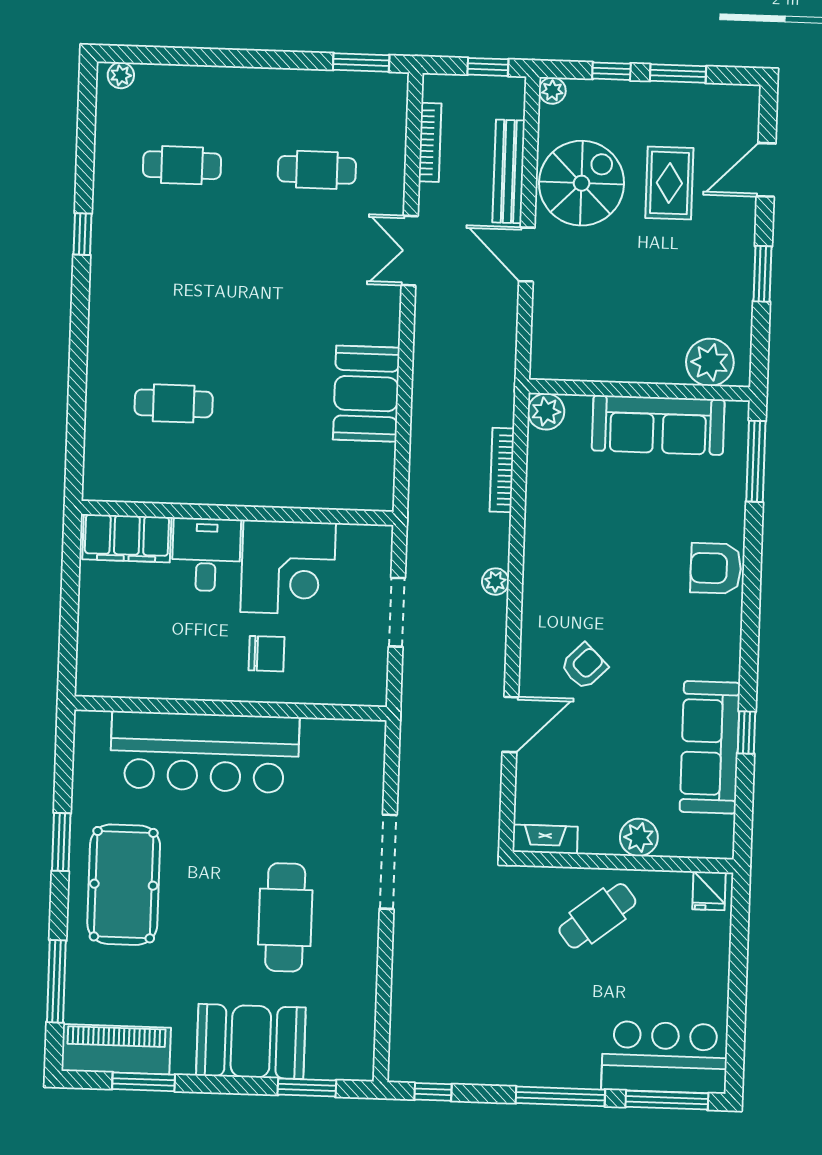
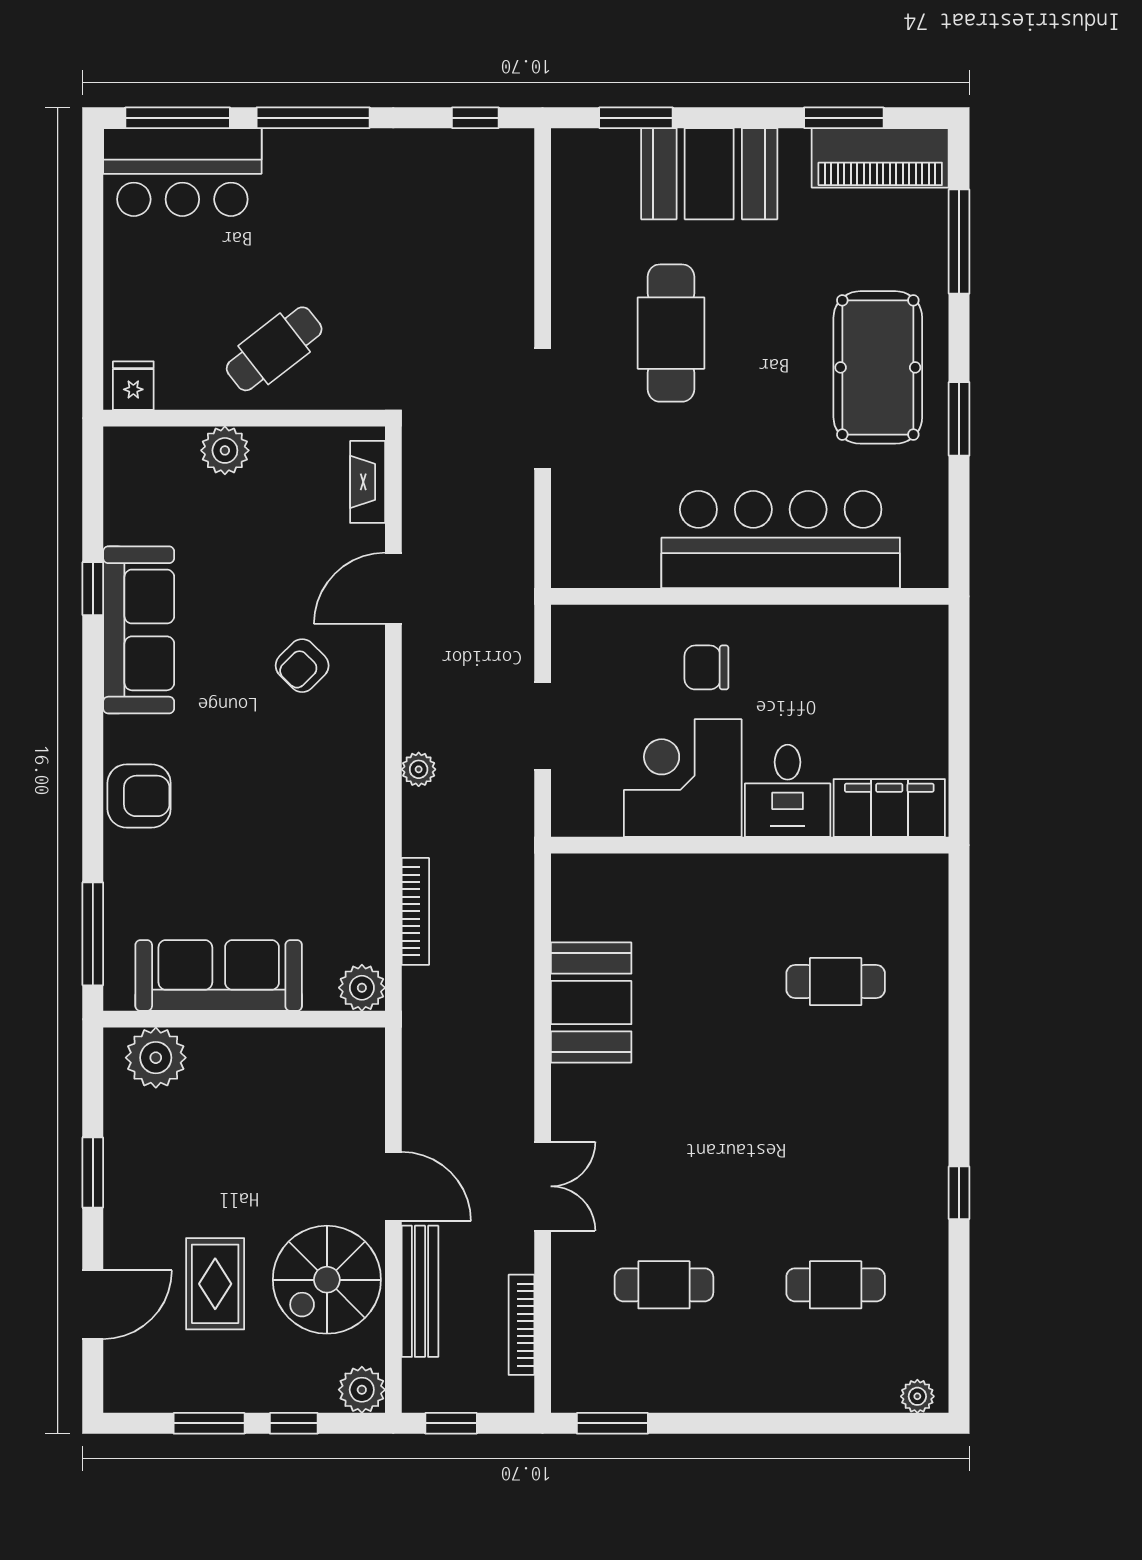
plant: (552, 91) -> (362, 1390), width x1.38, depth x1.38
sofa: (710, 747) -> (139, 630), moved
fireplace: (545, 839) -> (368, 482), moved, turned 90

